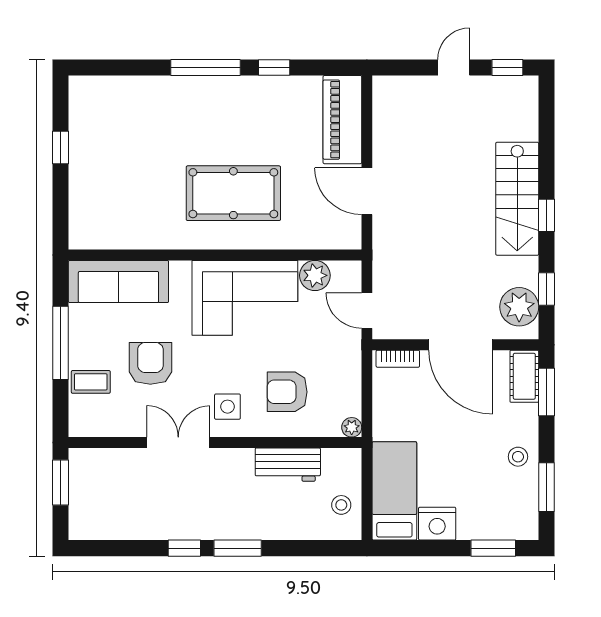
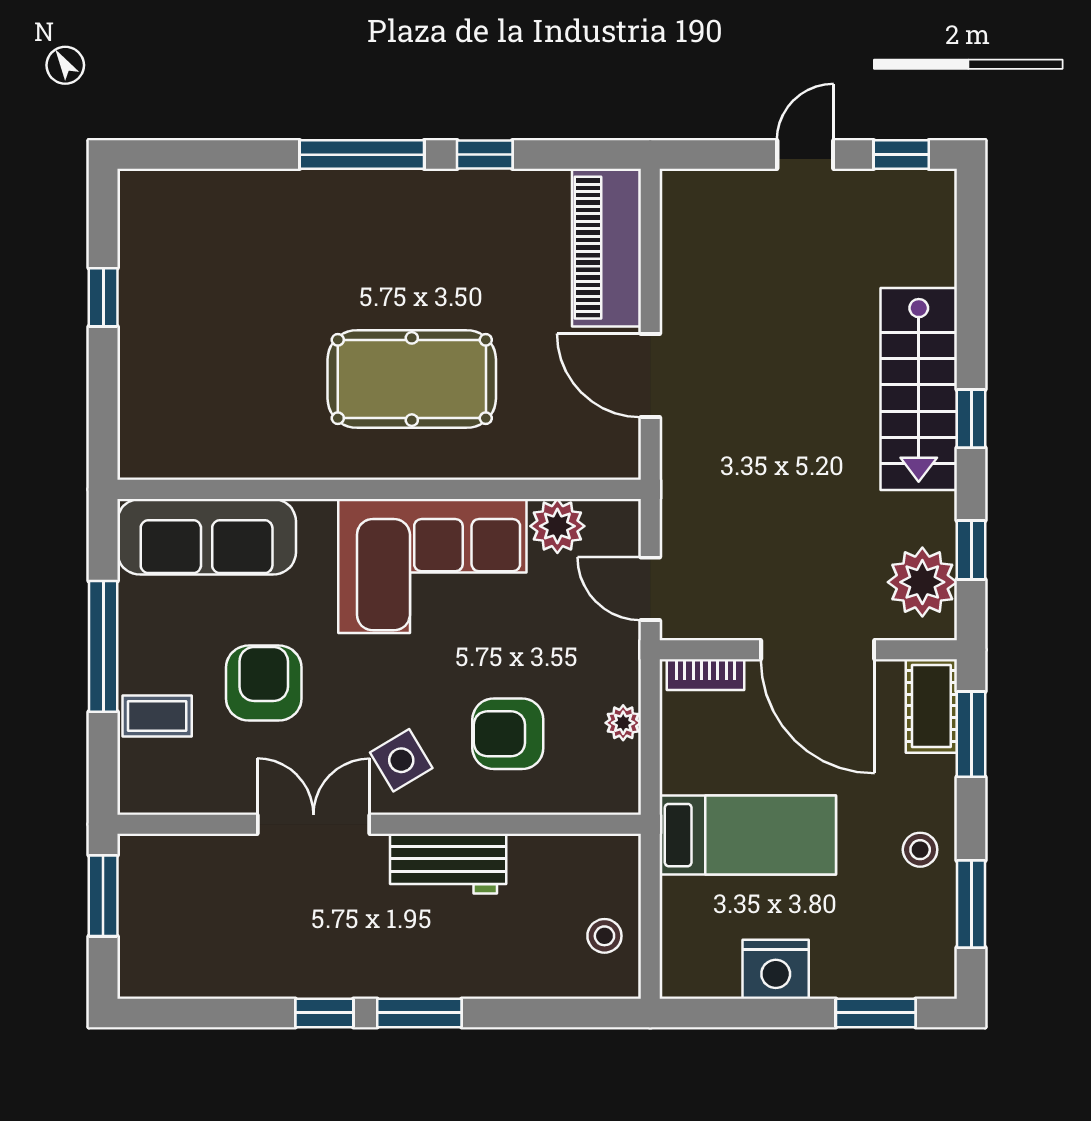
side table: (227, 407) -> (401, 760), turned -31
plant: (352, 427) -> (623, 723), moved
workbench: (288, 465) -> (448, 864), moved
bed: (394, 491) -> (748, 835), moved, turned 90

